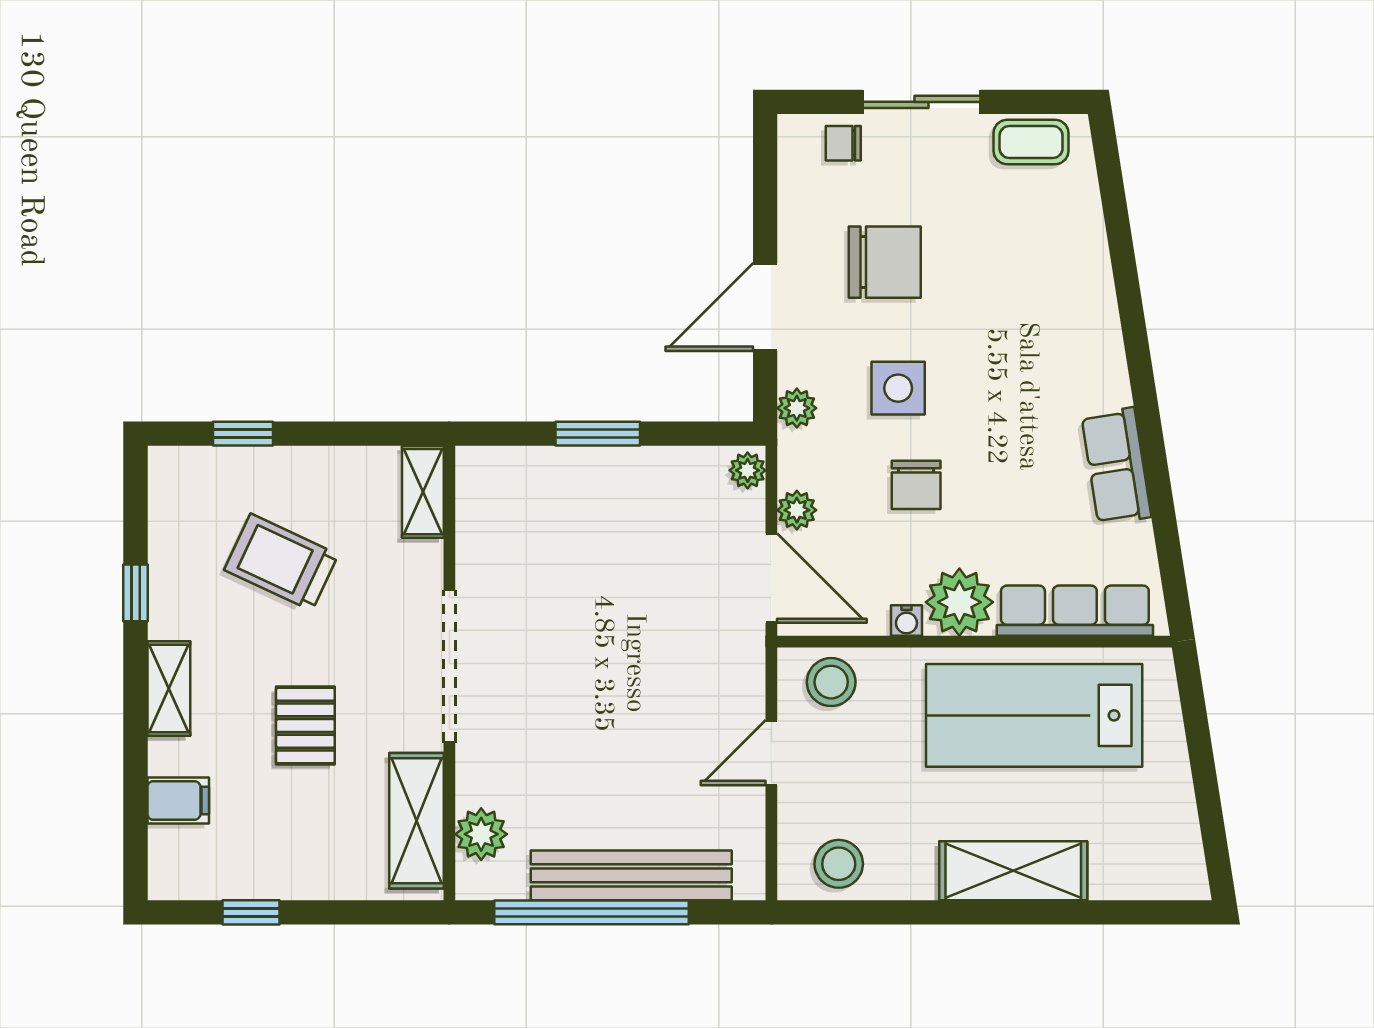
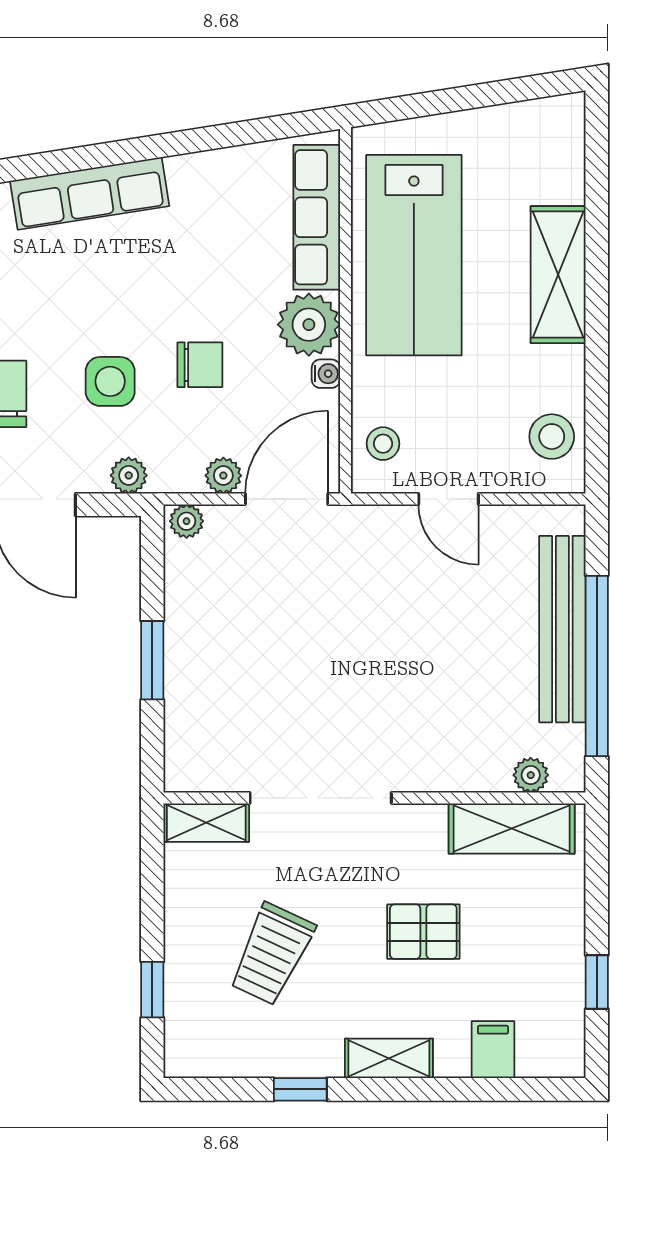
row of seats: (1116, 466) -> (90, 193), moved, width x1.48
doorway: (449, 666) -> (321, 798), moved
stool: (831, 682) -> (383, 444), width x0.73, depth x0.73
plant: (481, 834) -> (531, 775), width x0.73, depth x0.73

